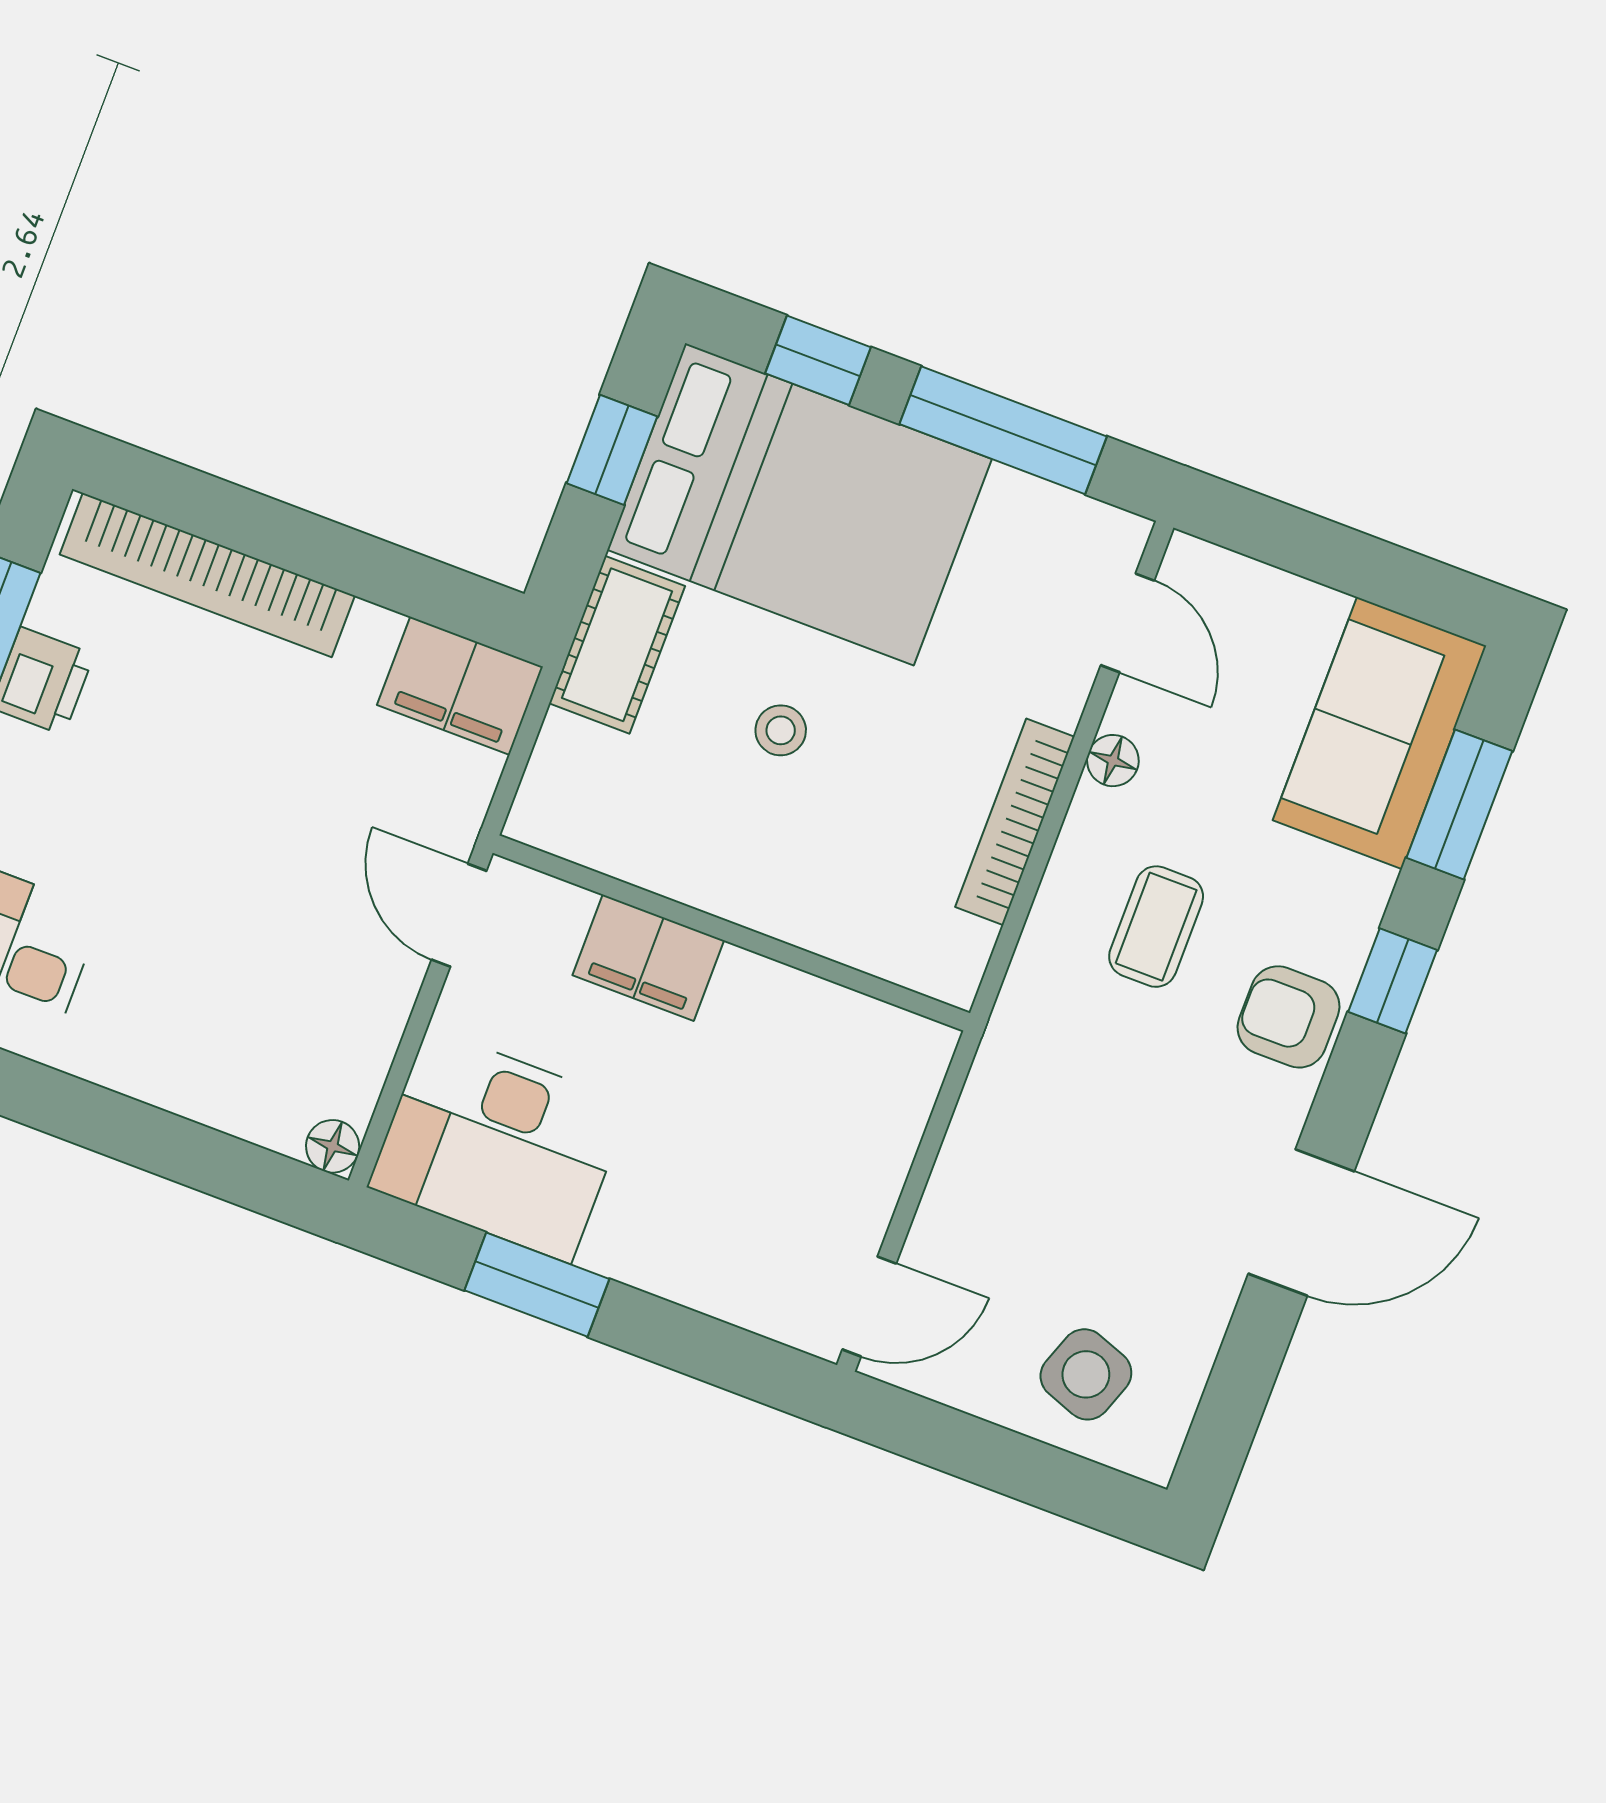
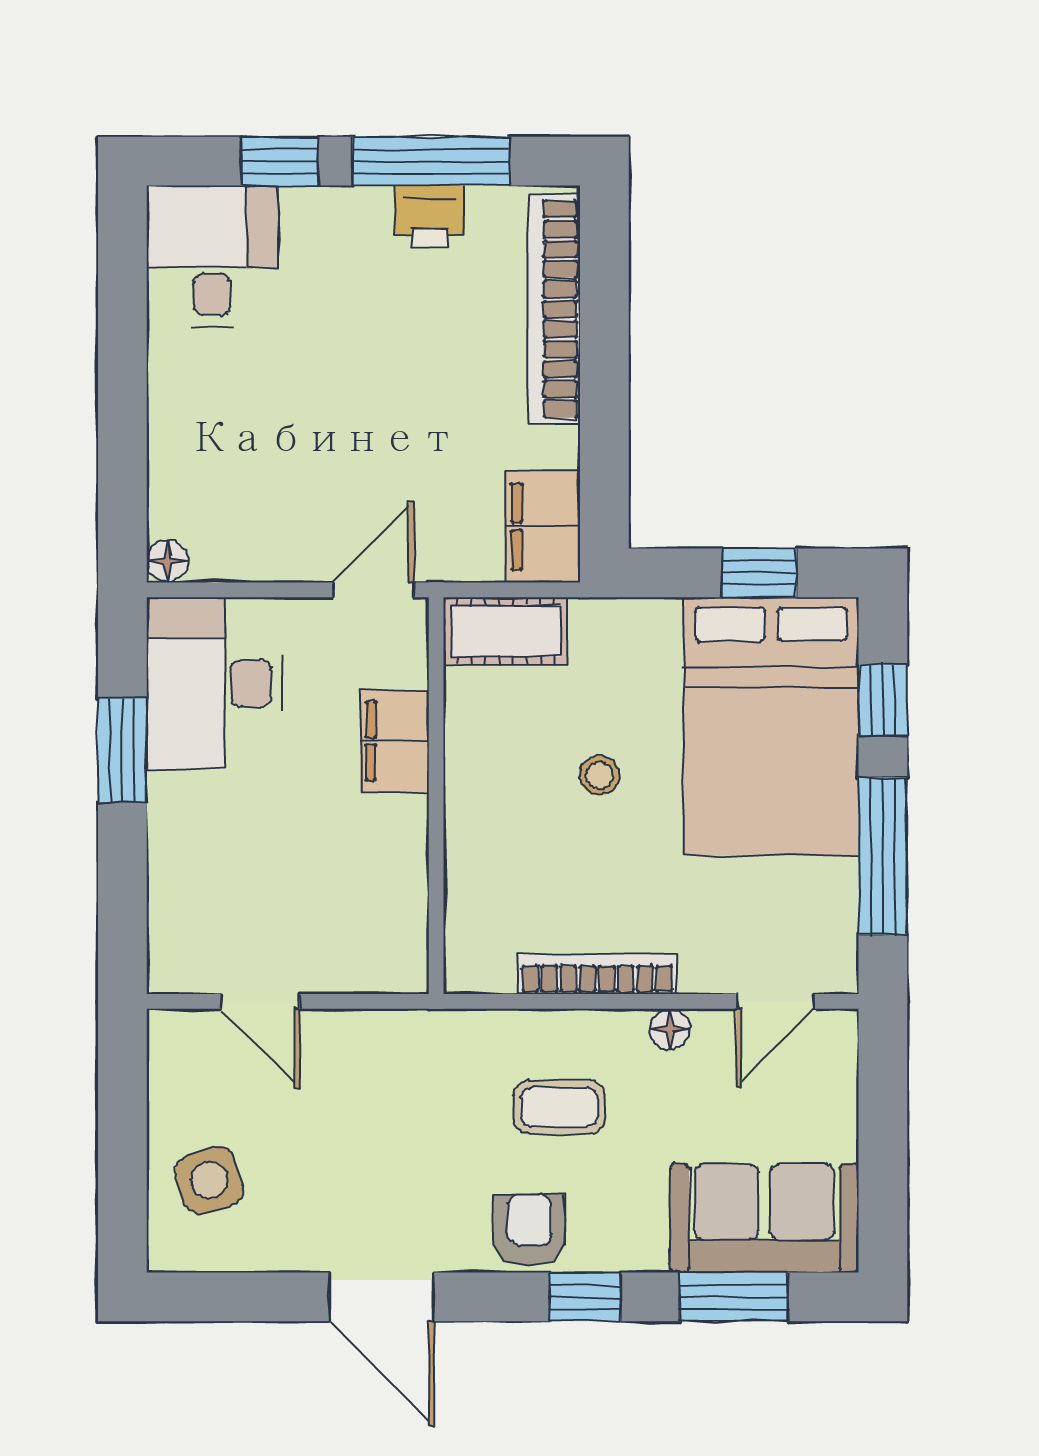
cot: (617, 645) -> (506, 631), moved
door: (869, 1306) -> (260, 1001), moved
side table: (1086, 1374) -> (209, 1180), turned -36

